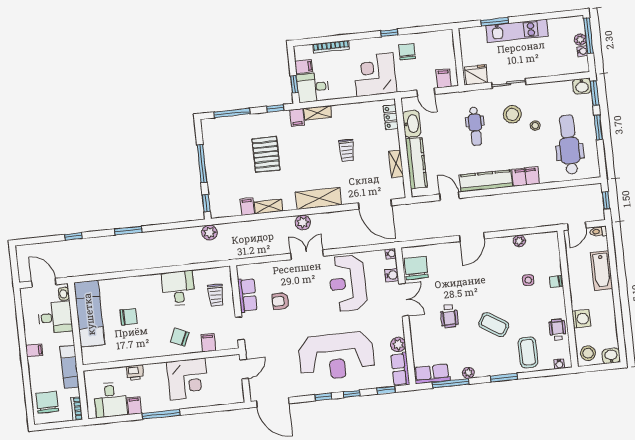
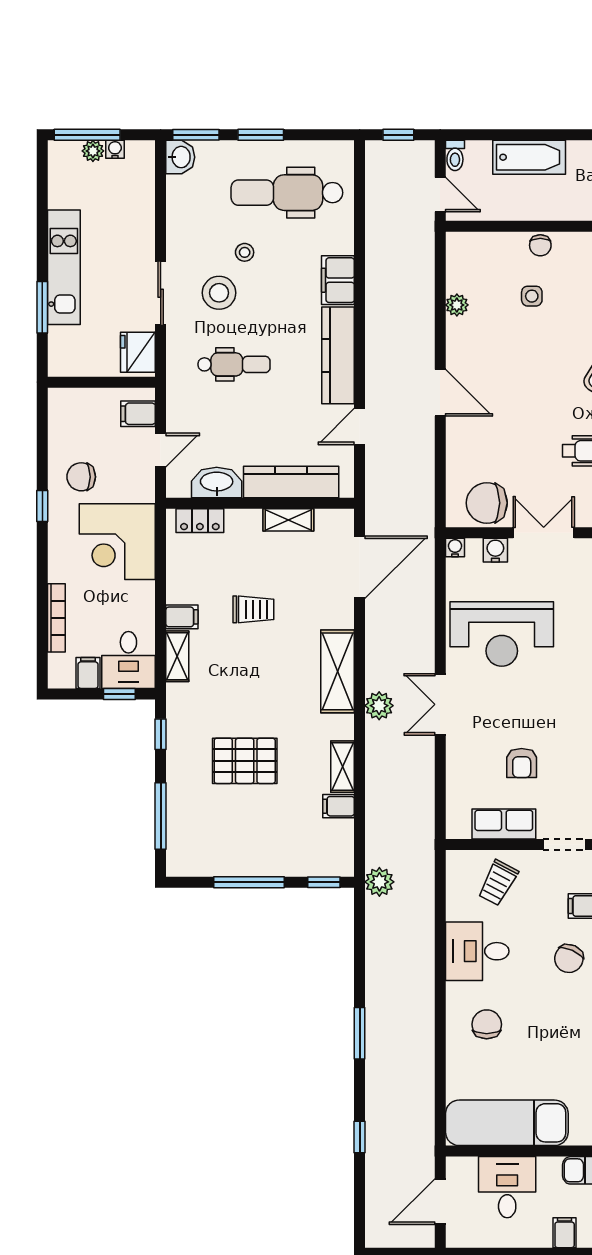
filing cabinet: (297, 117) -> (182, 617), moved
washbasin: (64, 294) -> (465, 1166), removed
trolley: (216, 295) -> (498, 883), turned 118
chair: (129, 317) -> (487, 1024), moved

